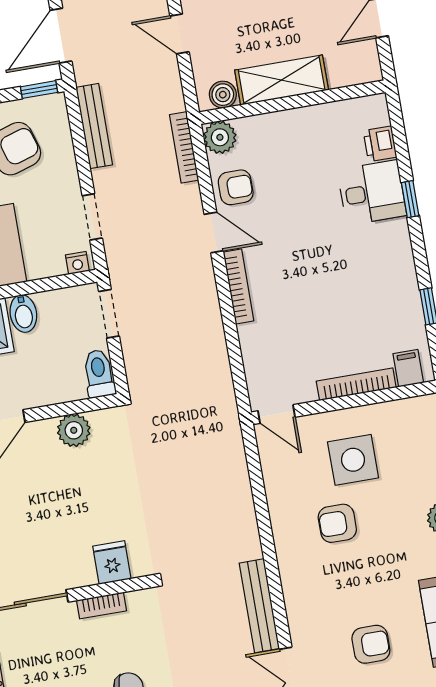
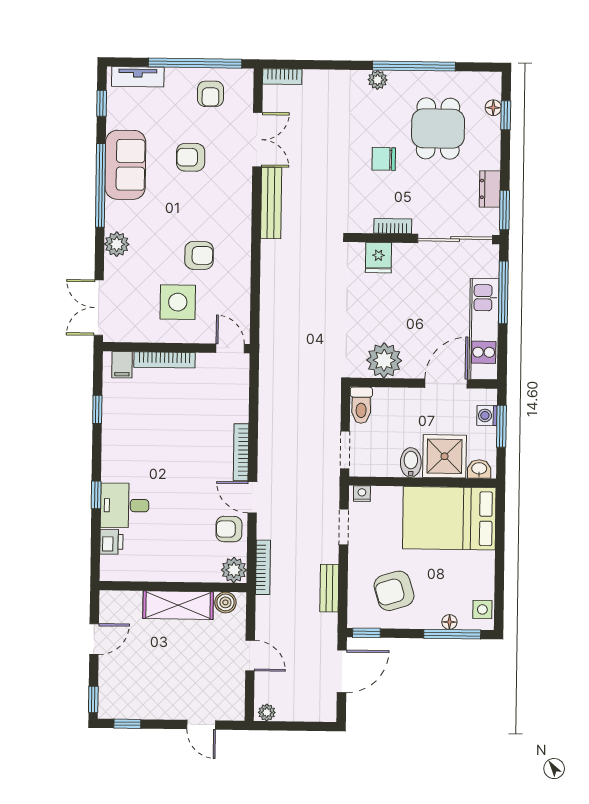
bench: (94, 126) -> (329, 588), width x0.73
plant: (74, 430) -> (384, 360), width x1.36, depth x1.36

